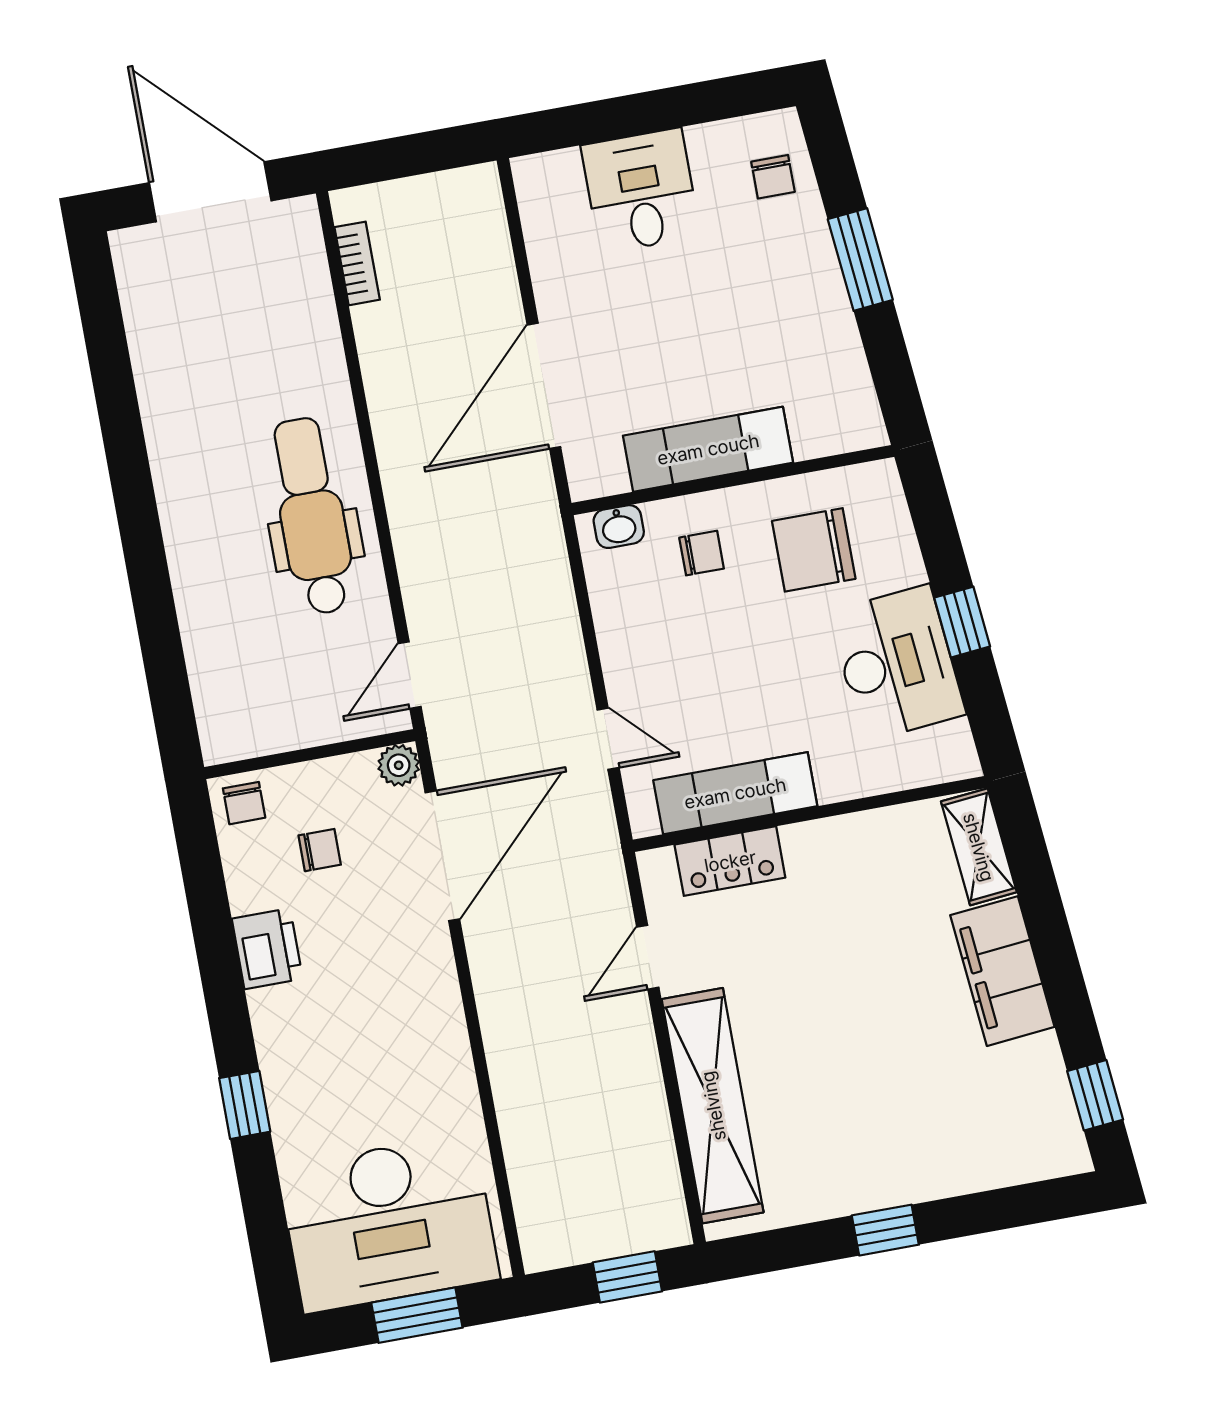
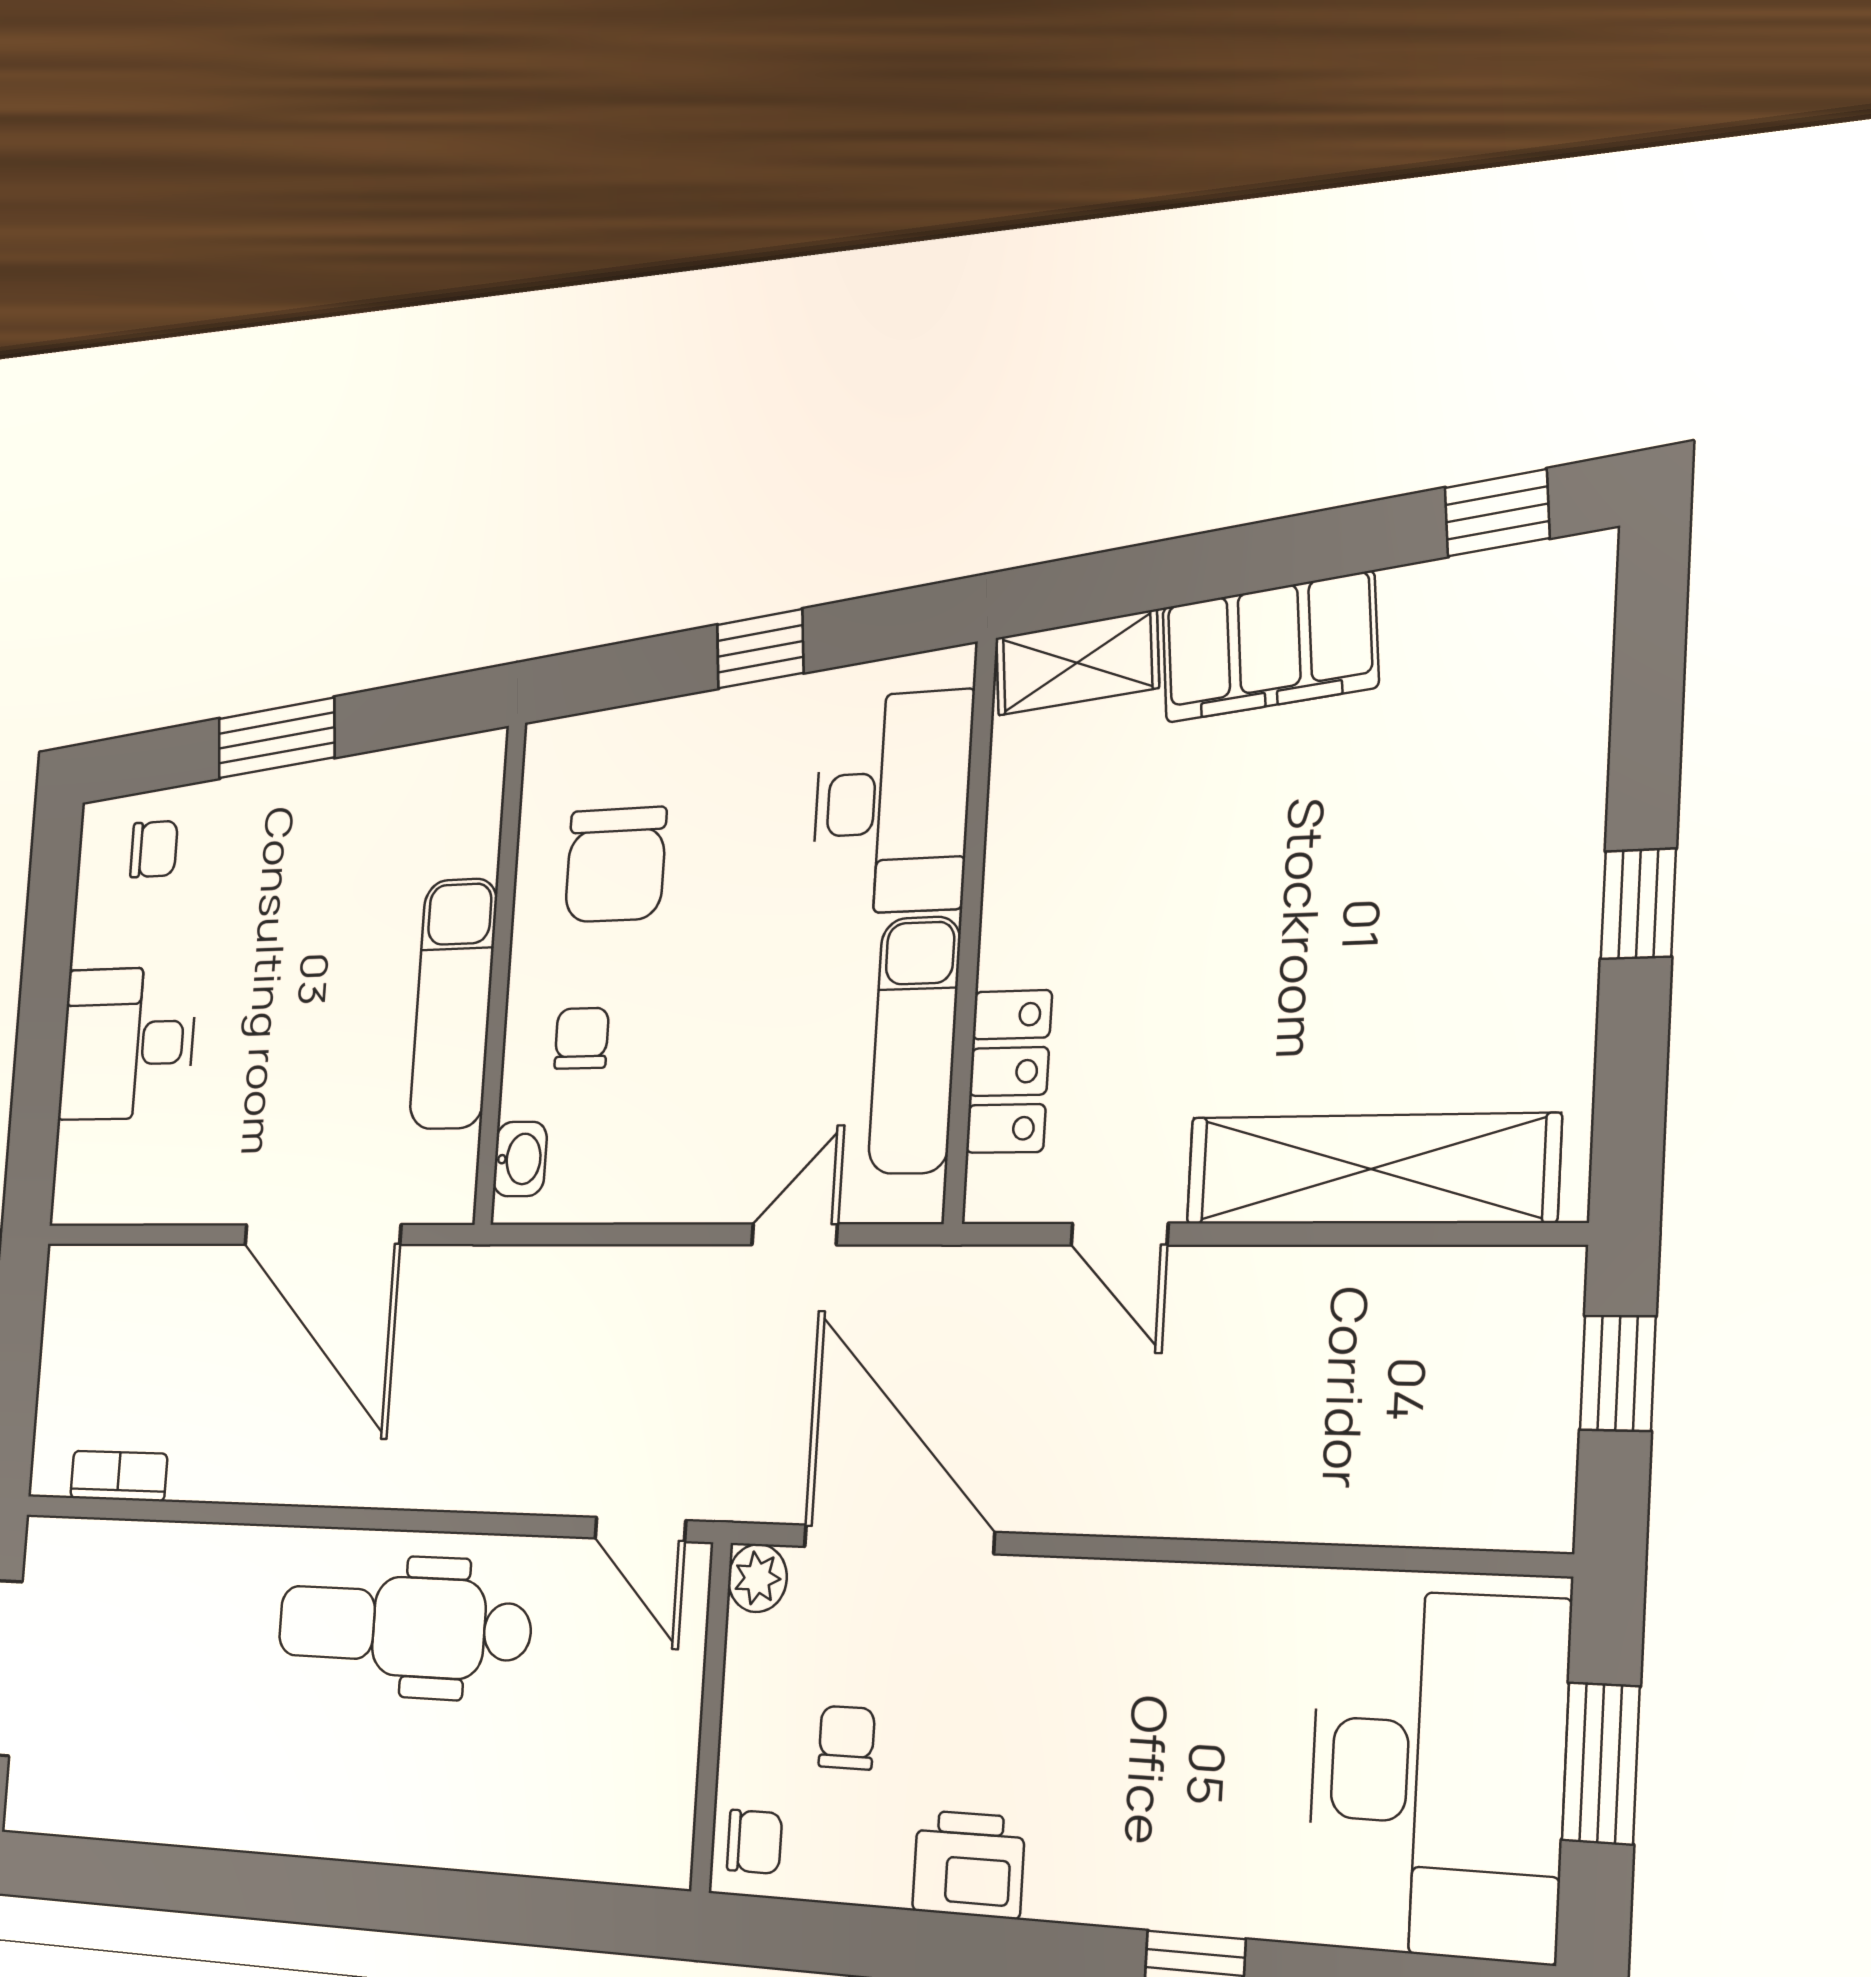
desk: (897, 663) -> (892, 803), moved, turned 95

